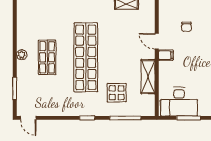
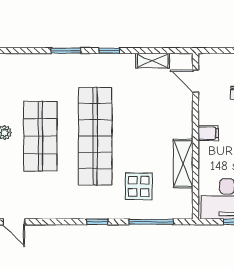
door: (157, 41) -> (196, 81), moved
shop shelf: (47, 57) -> (40, 136), width x1.43, depth x1.36

